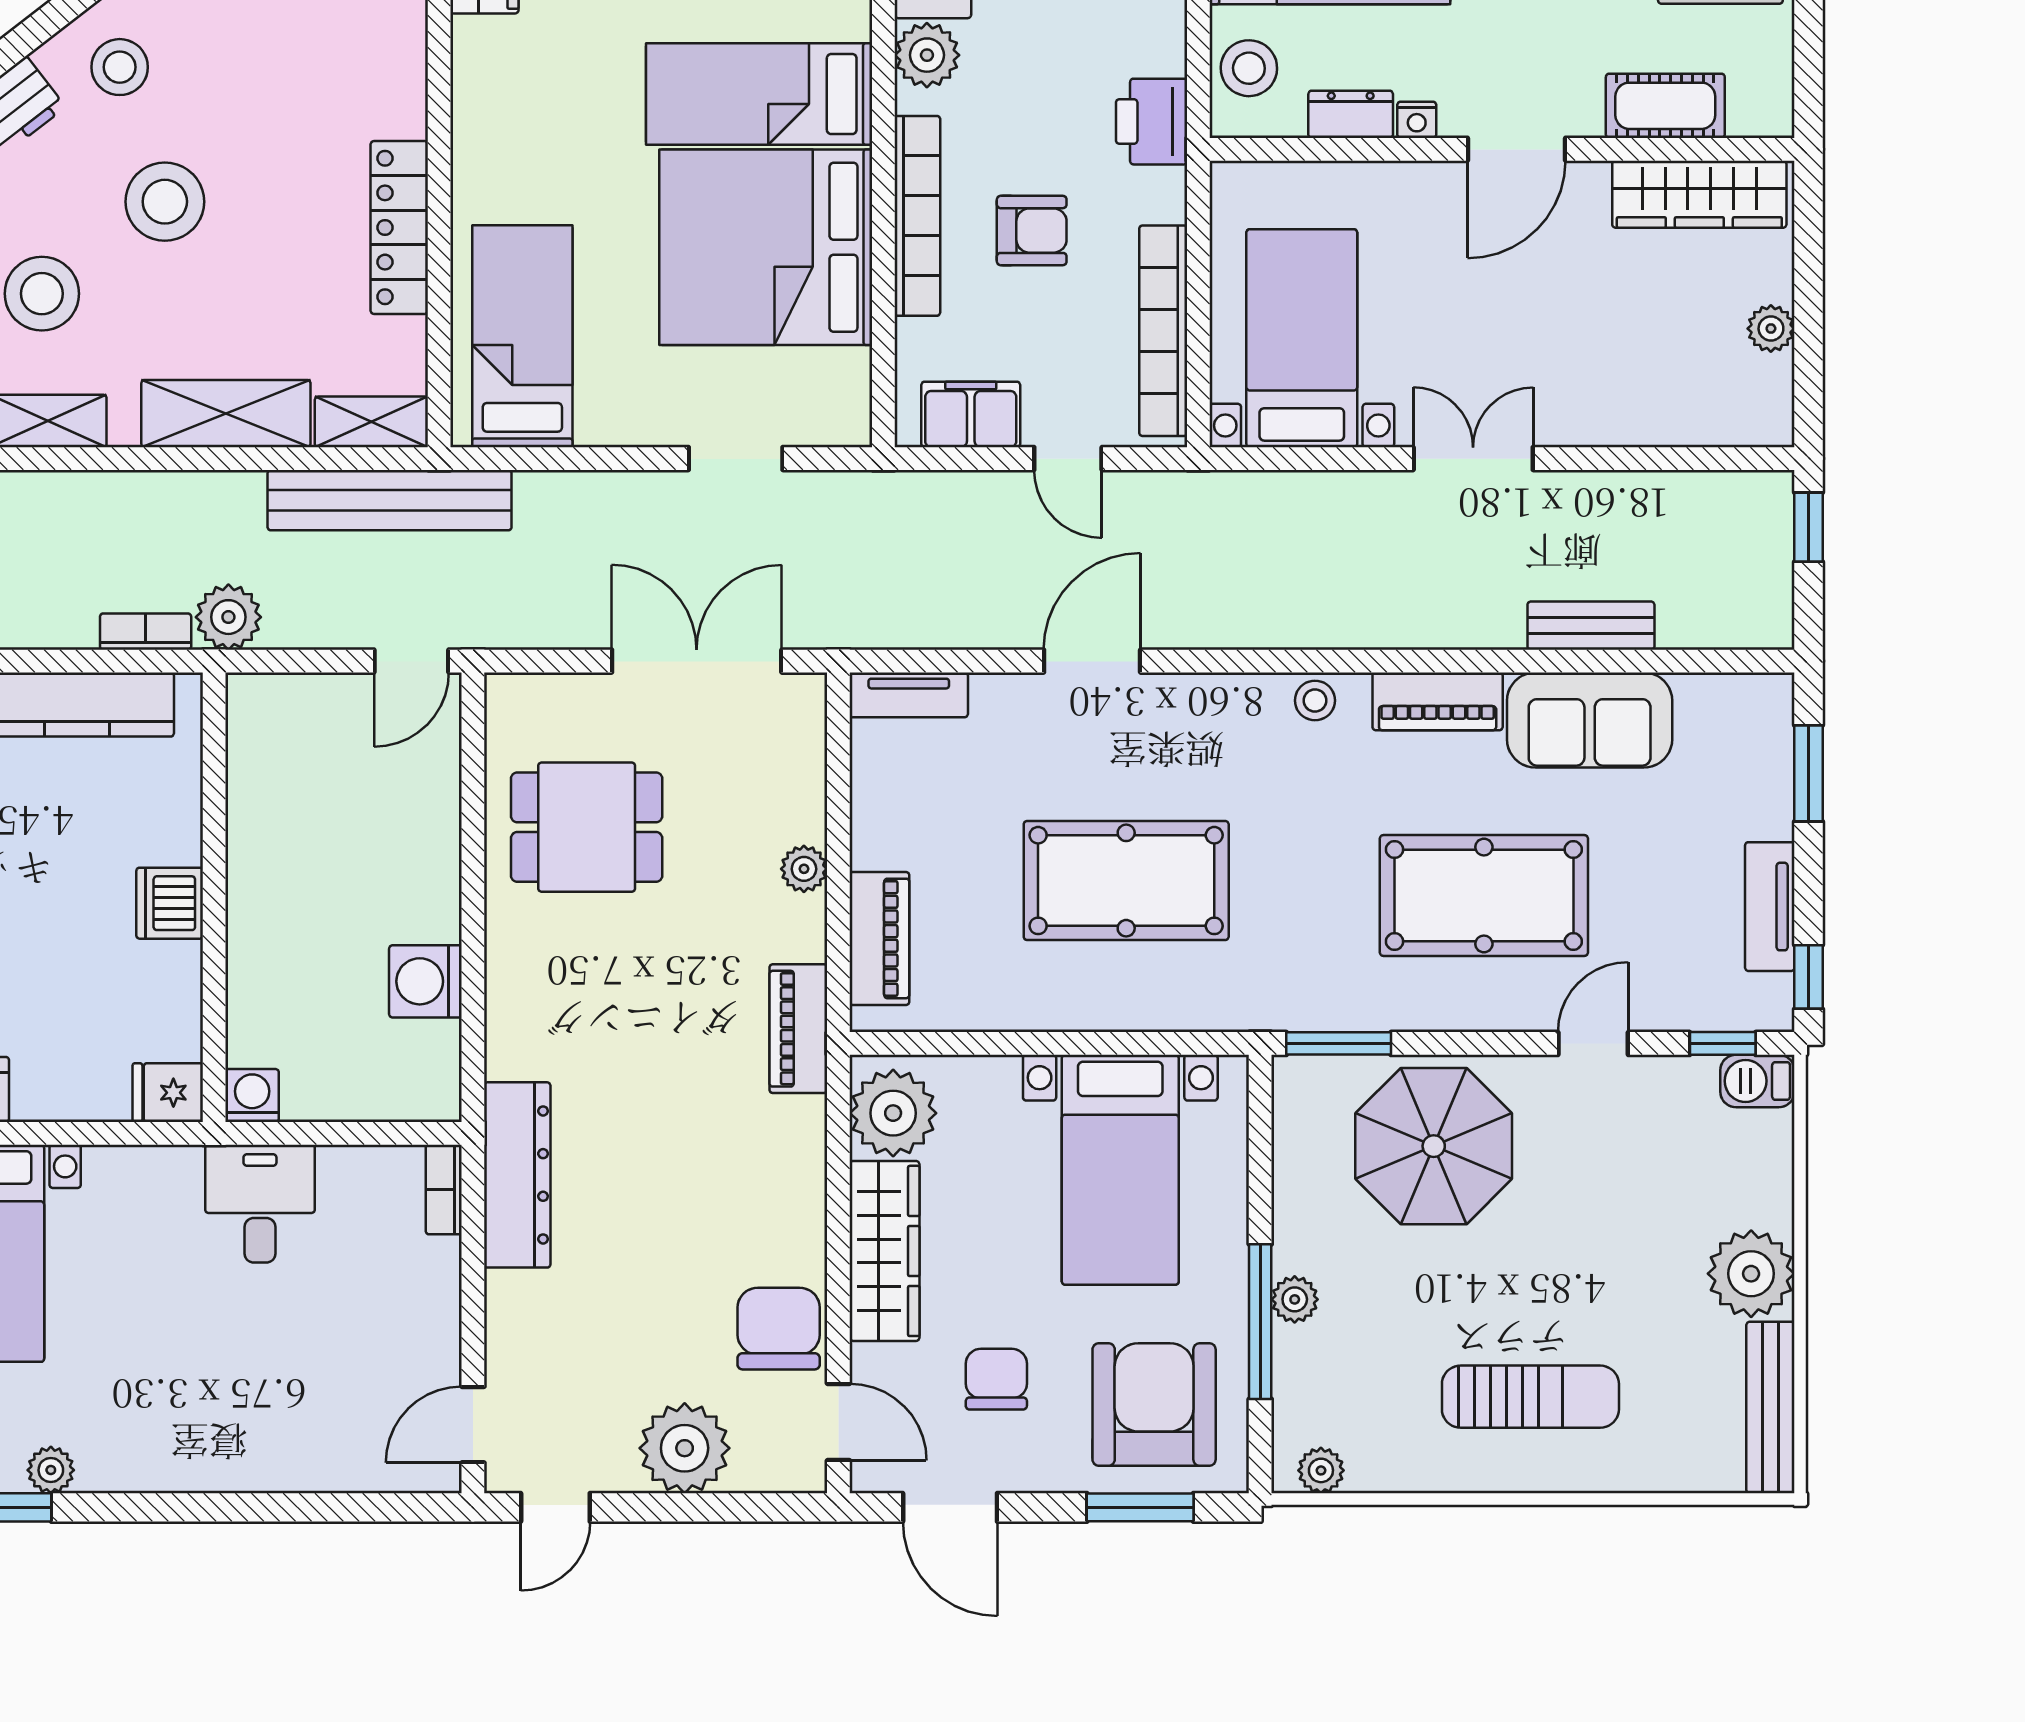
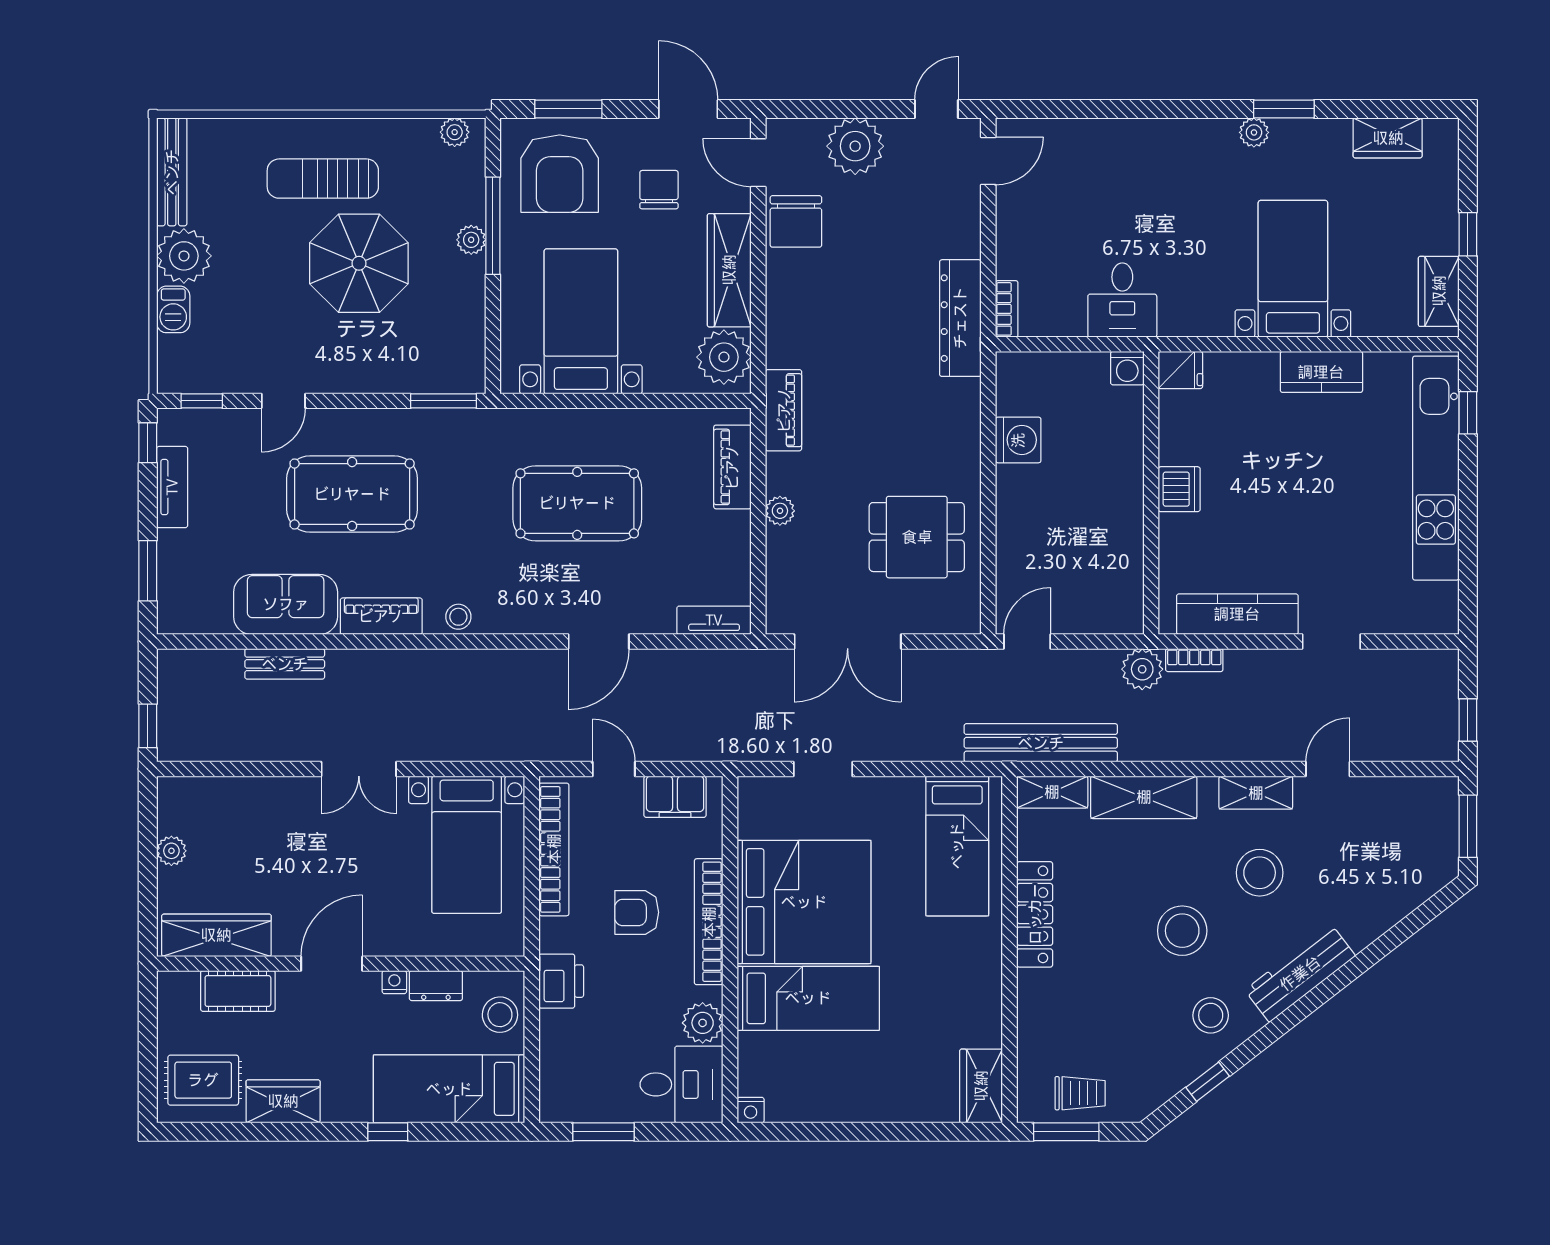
barbecue: (1757, 1081) -> (173, 309), moved, turned 90
parasol: (1434, 1146) -> (359, 263), moved
chair: (996, 1379) -> (659, 190), turned 180

